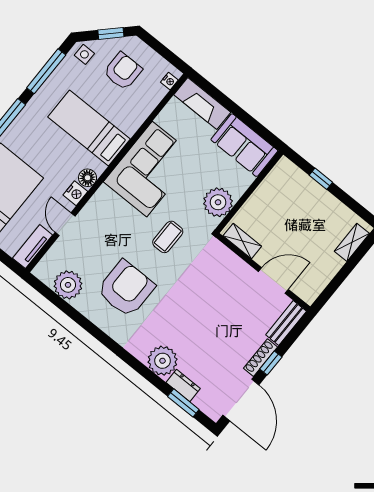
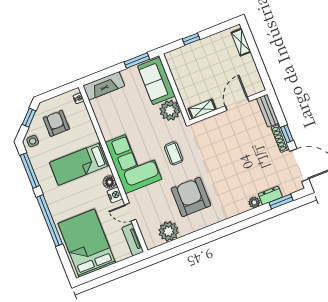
window: (257, 127) -> (137, 60), added
sofa: (244, 145) -> (156, 81), moved, turned 90
corner sofa: (149, 169) -> (134, 161), moved
plant: (163, 361) -> (254, 202), width x0.53, depth x0.53

